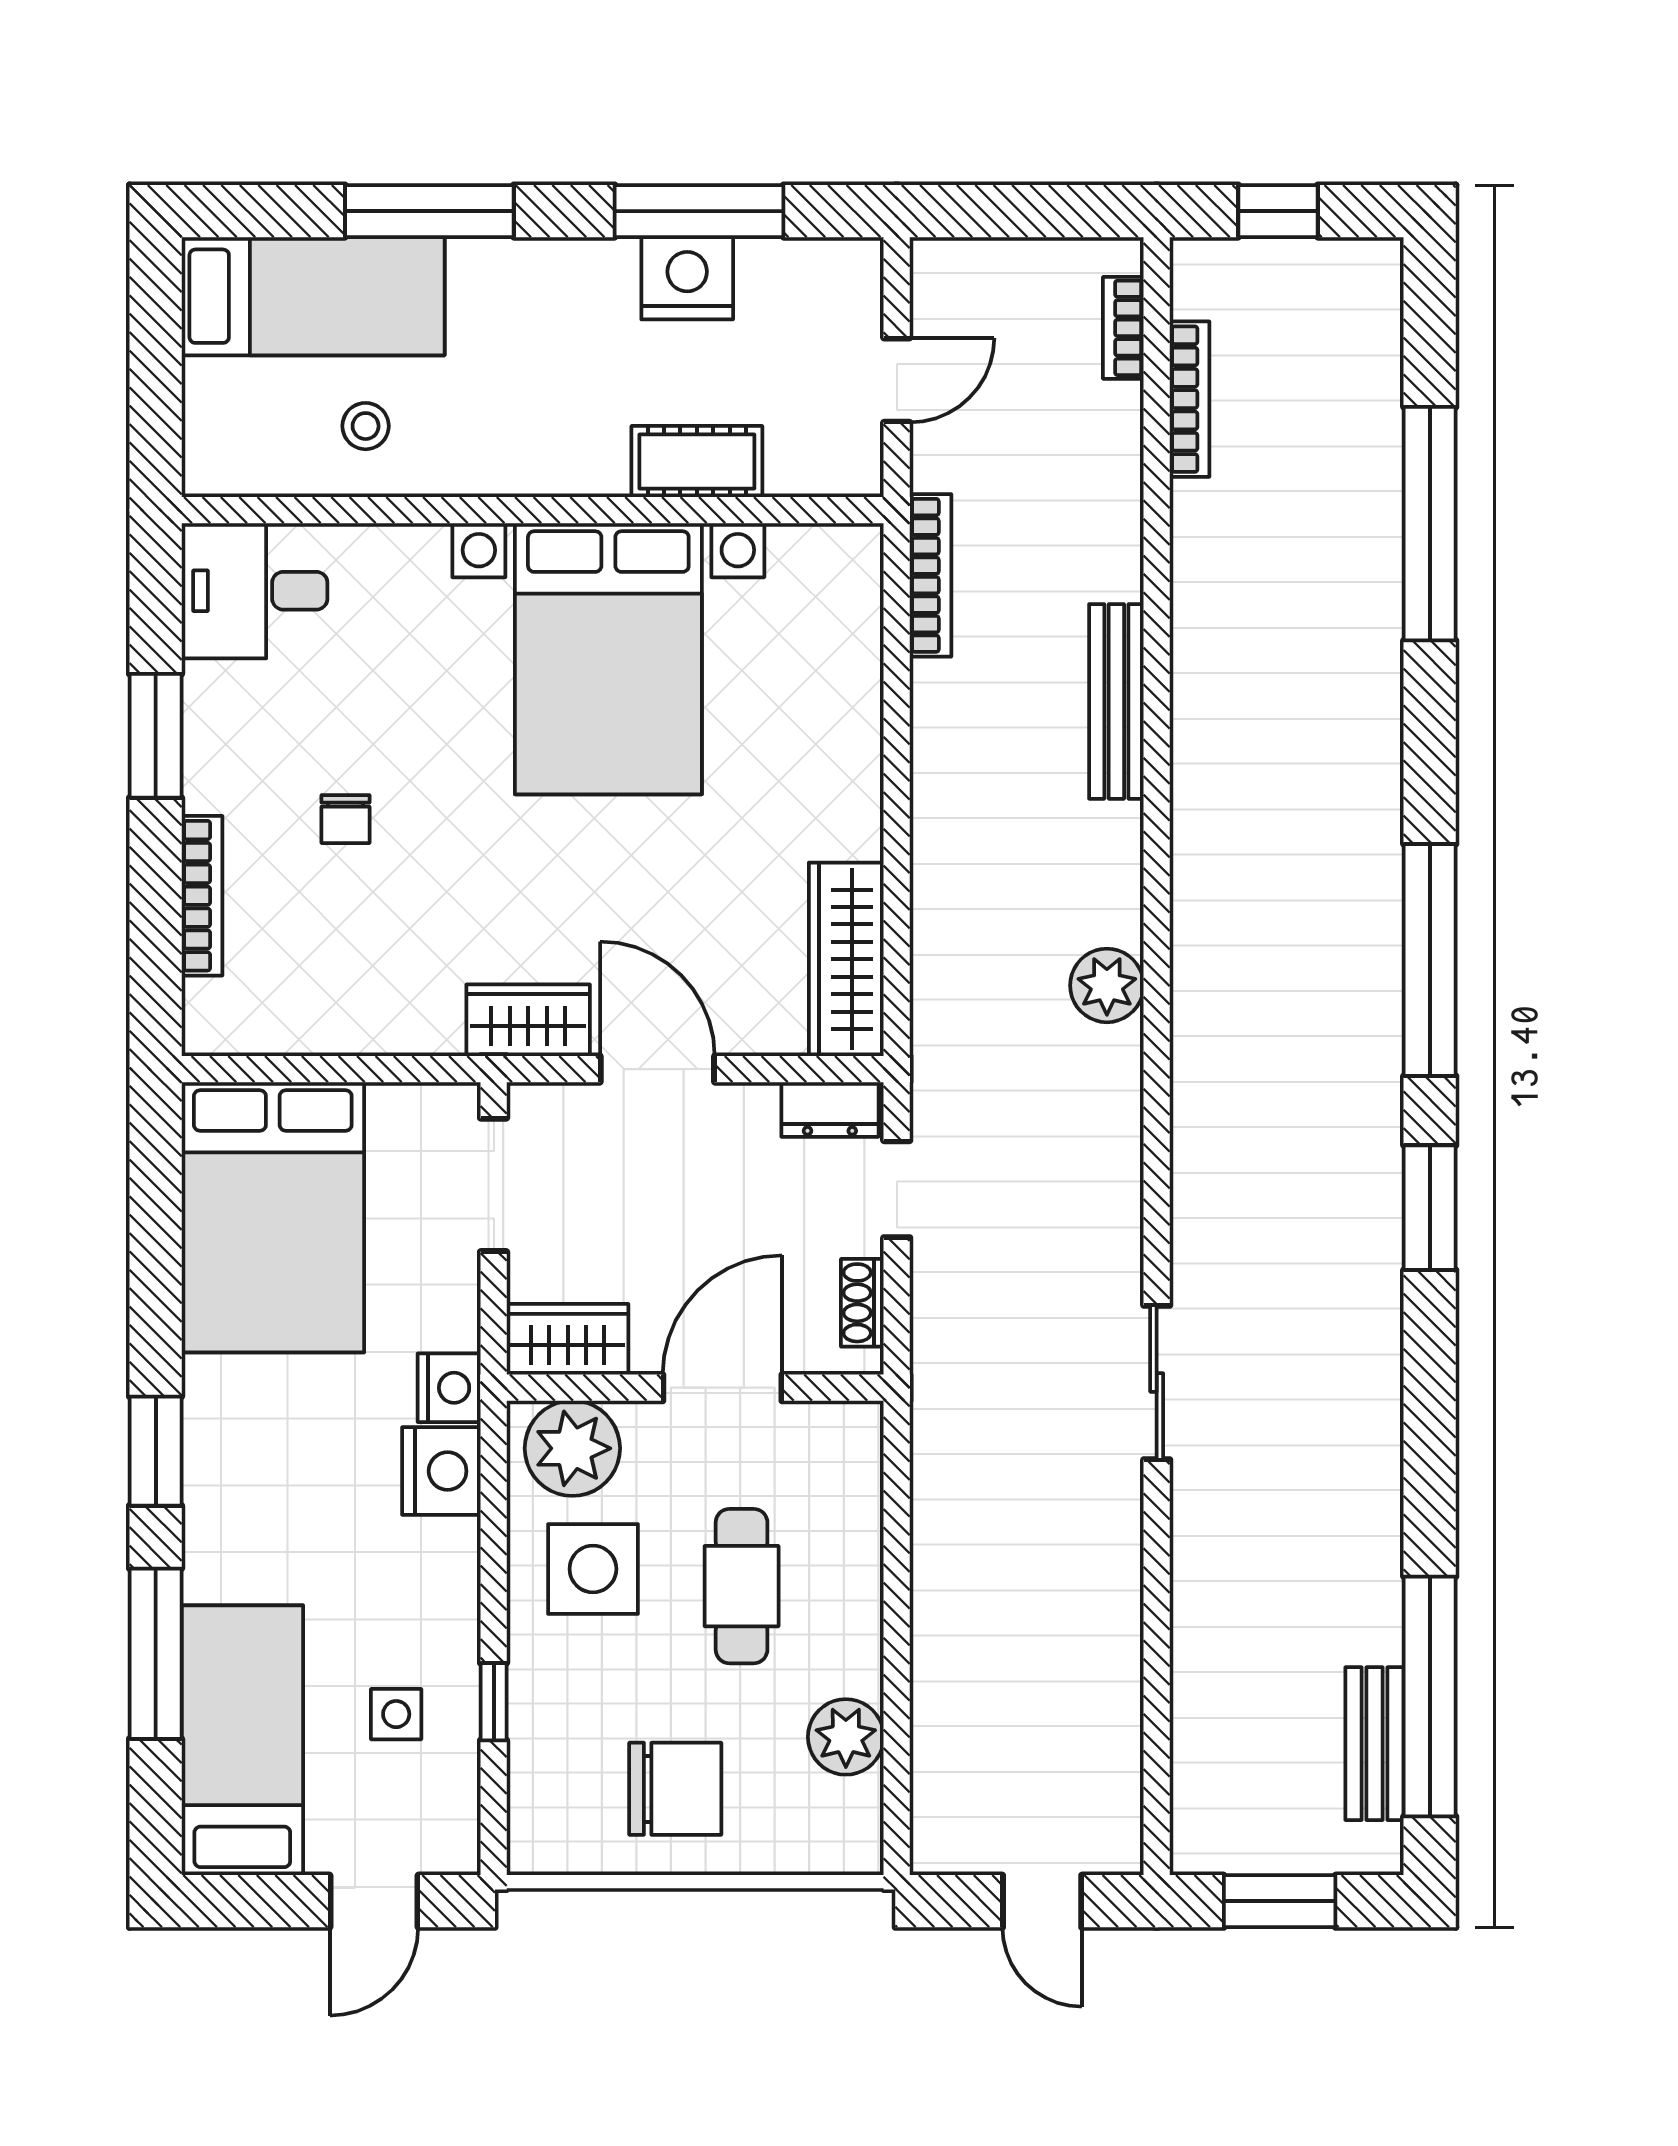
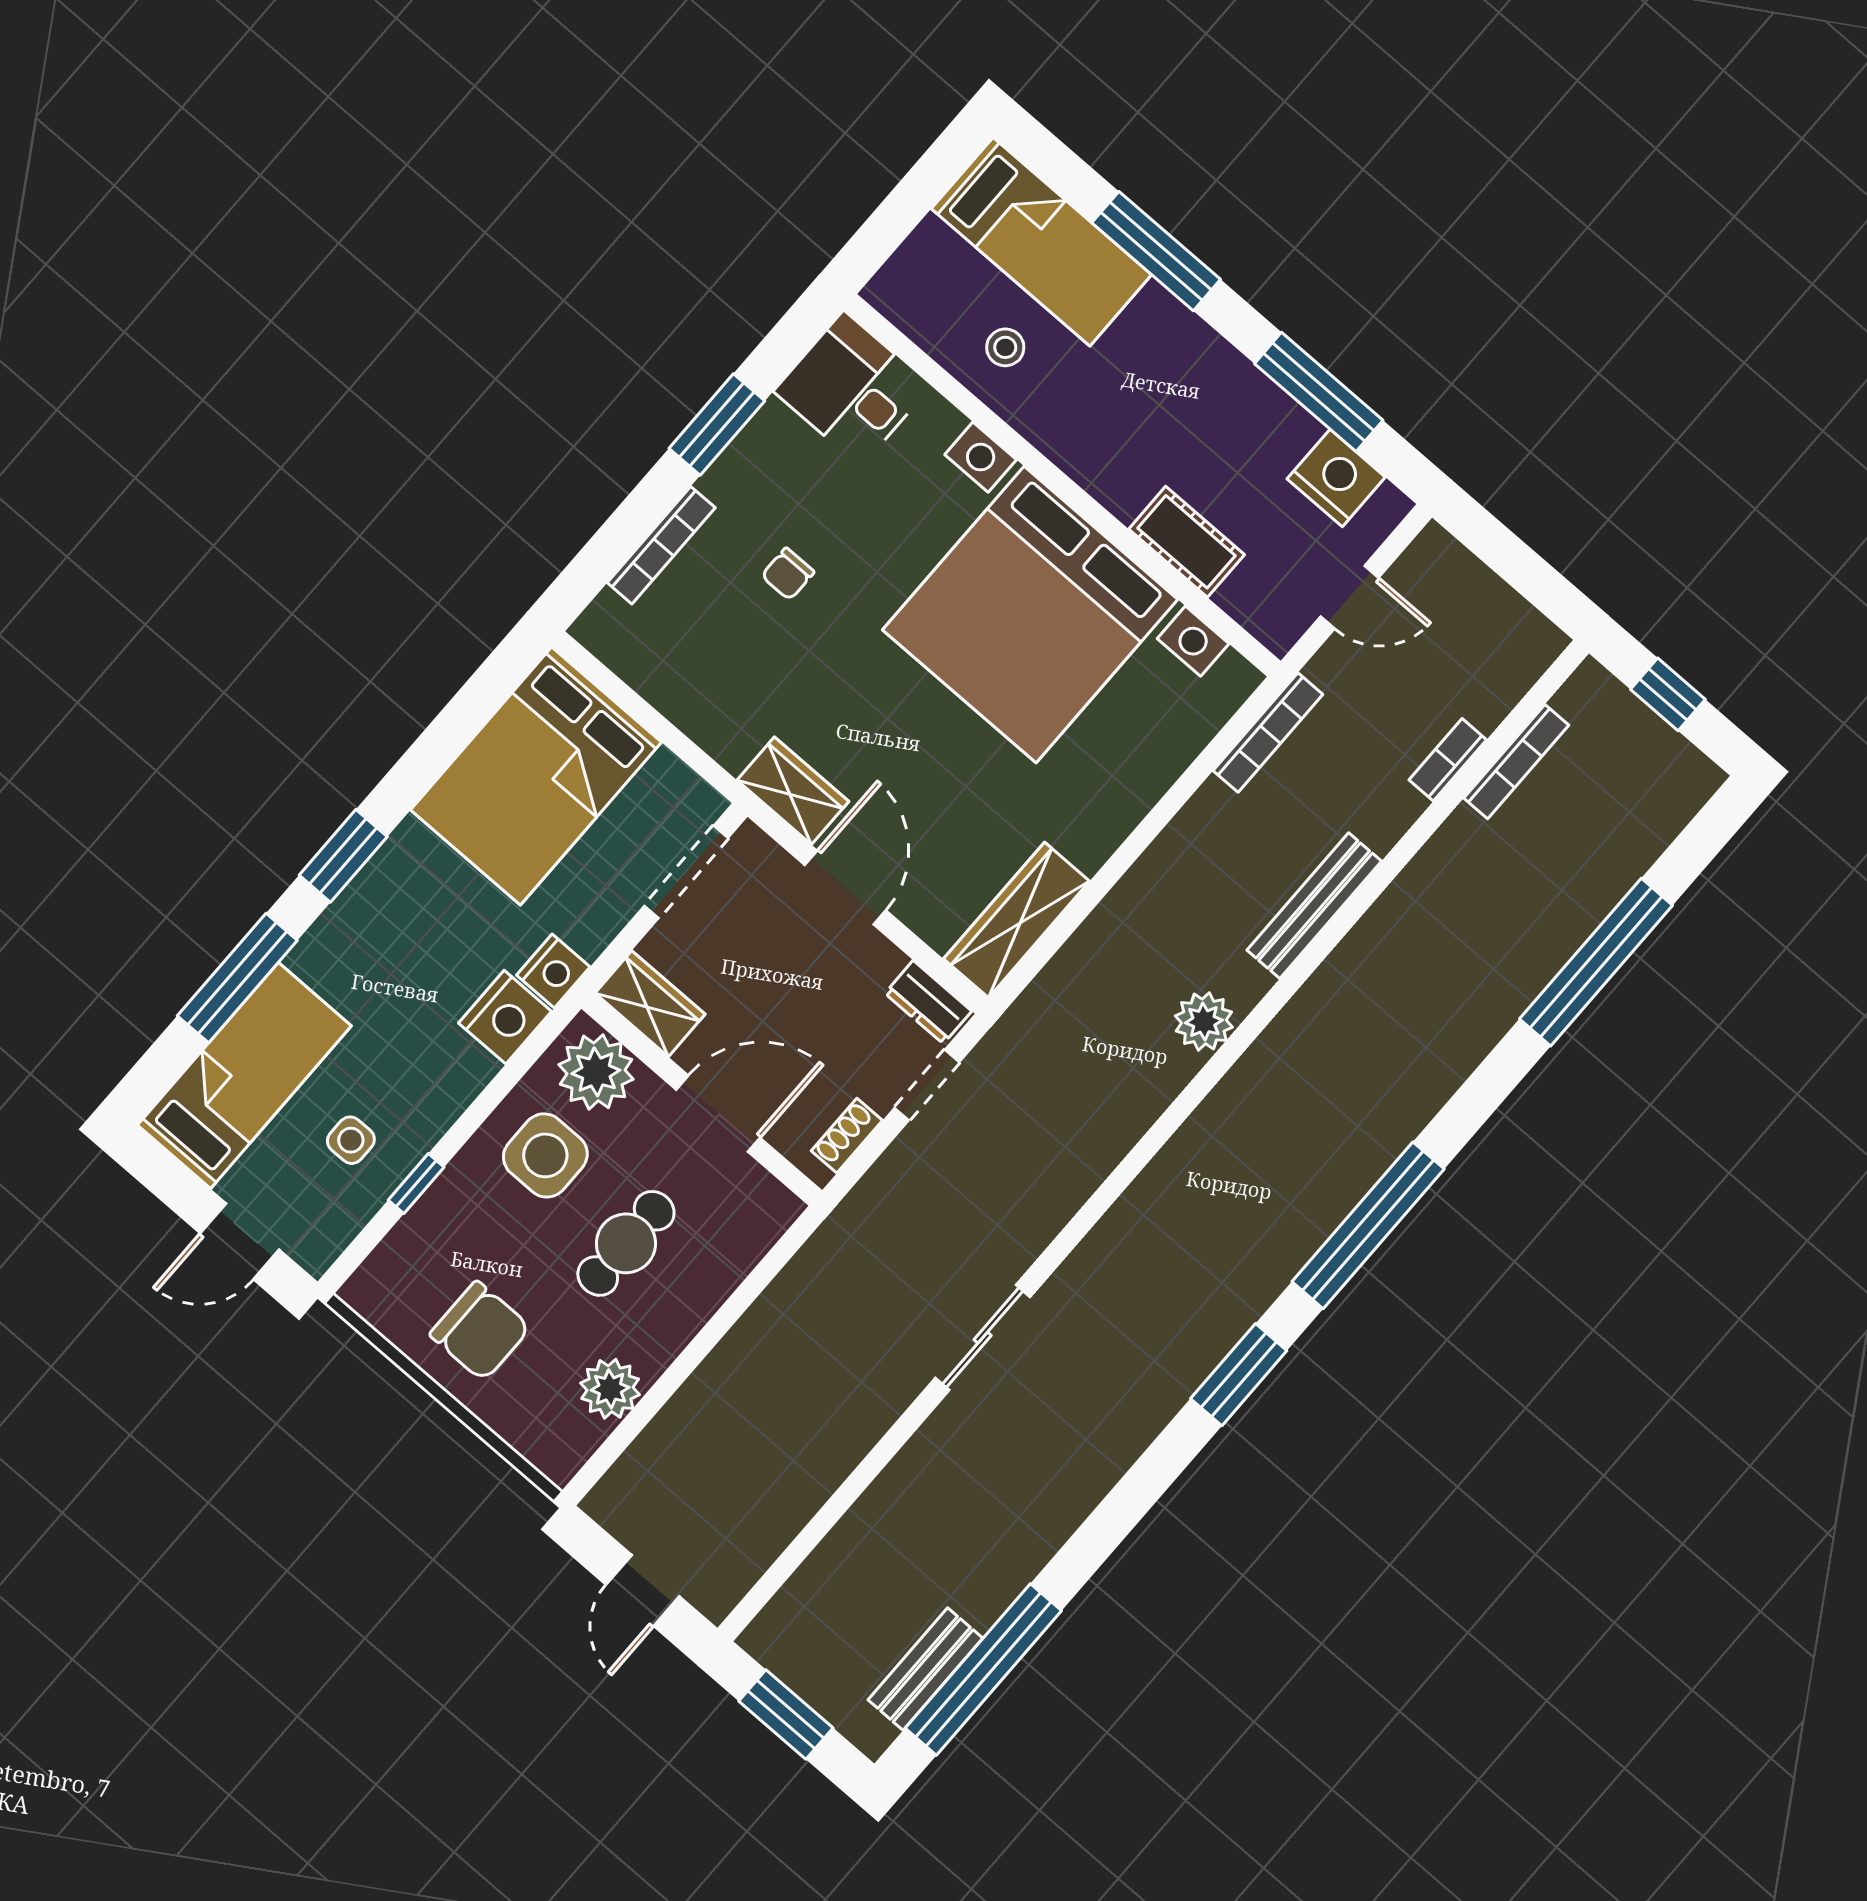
nightstand: (687, 278) -> (1336, 478), moved
bookcase: (1123, 328) -> (1448, 760), moved
bed with nightstands: (608, 659) -> (1030, 615), width x1.36
plant: (1107, 985) -> (1204, 1021), moved

